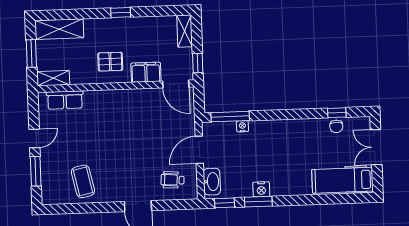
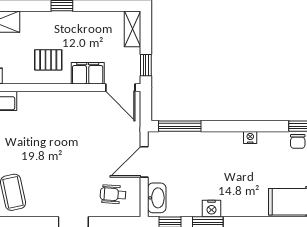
nightstand: (242, 126) -> (250, 137), moved

